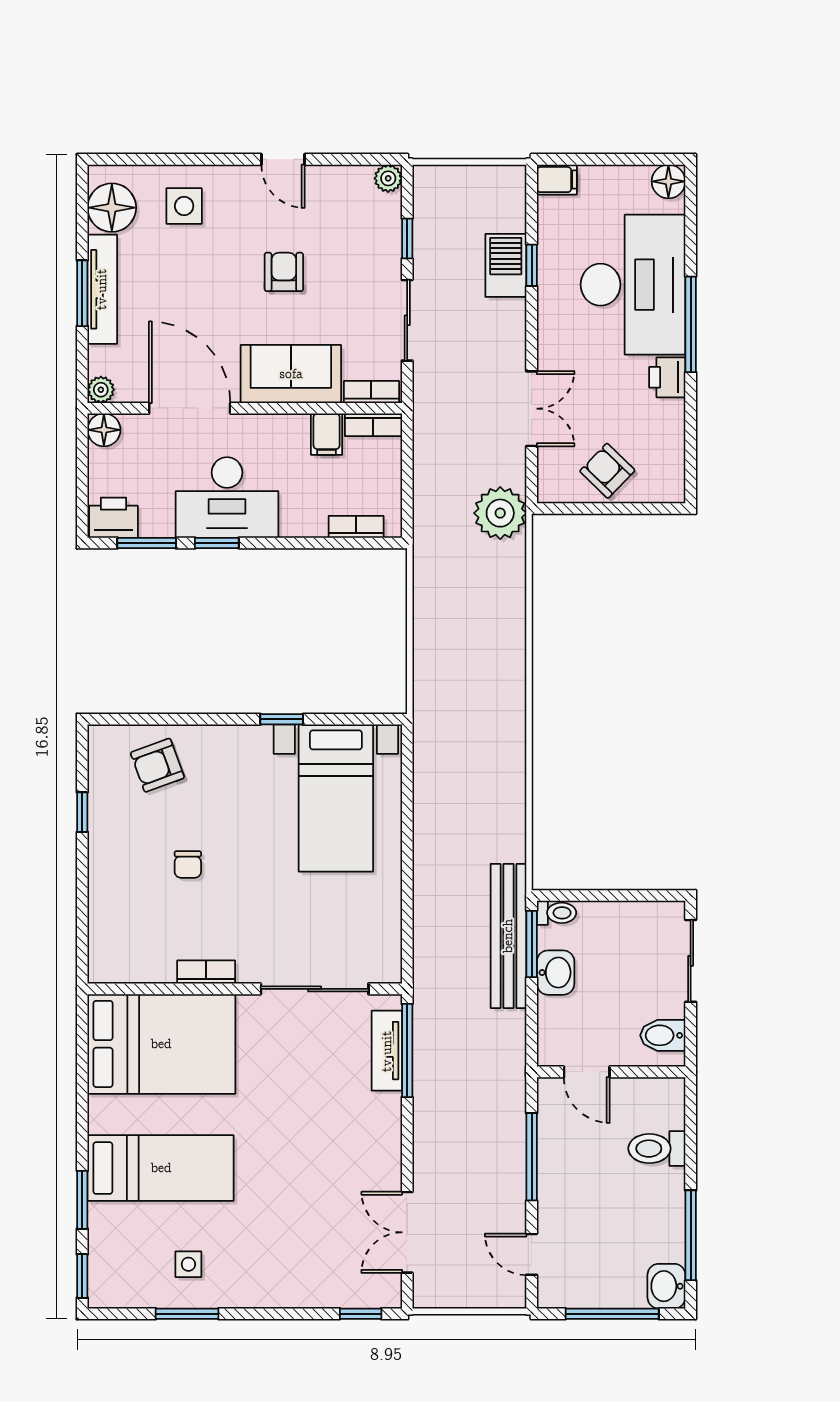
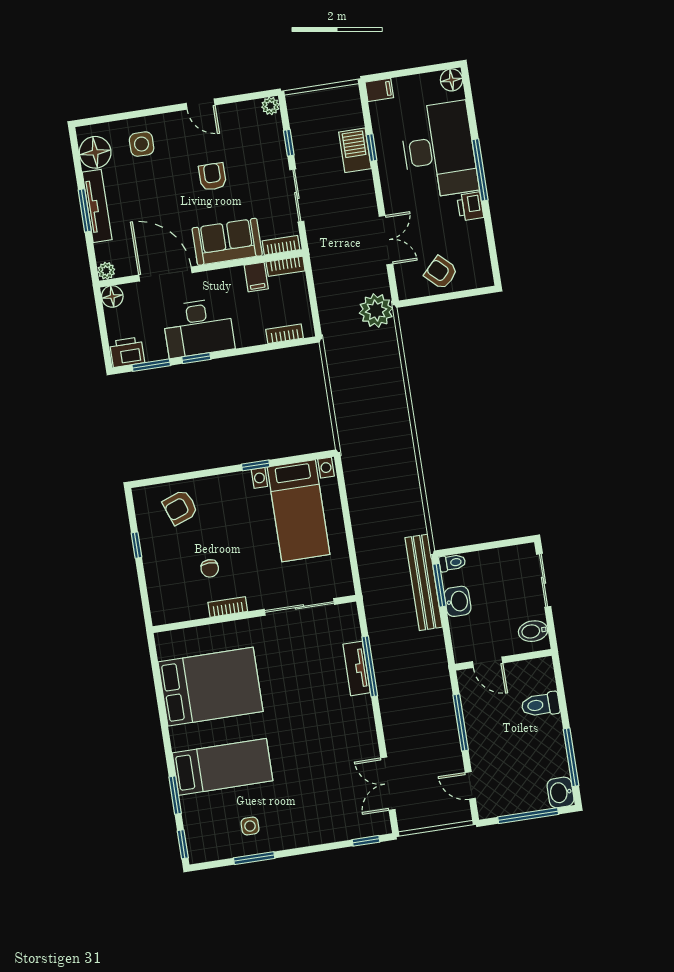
bookcase: (206, 972) -> (228, 607), moved
wall: (245, 989) -> (254, 614), moved
sliding door: (315, 989) -> (299, 607), moved

